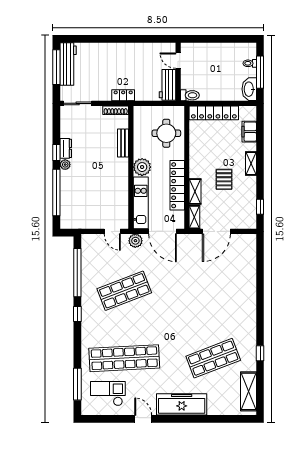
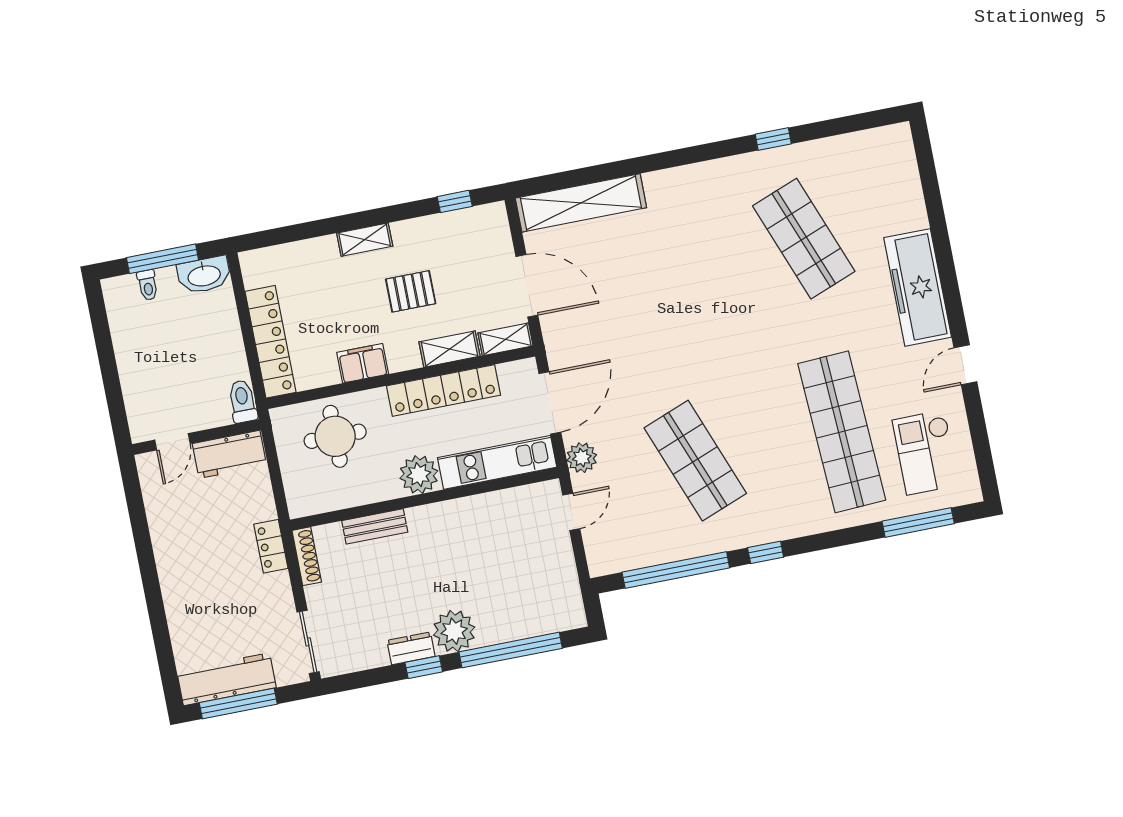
filing cabinet: (249, 132) -> (363, 363), moved, turned 180
plant: (65, 165) -> (454, 631), width x1.88, depth x1.88
shelving: (248, 391) -> (581, 203), moved, width x1.47

